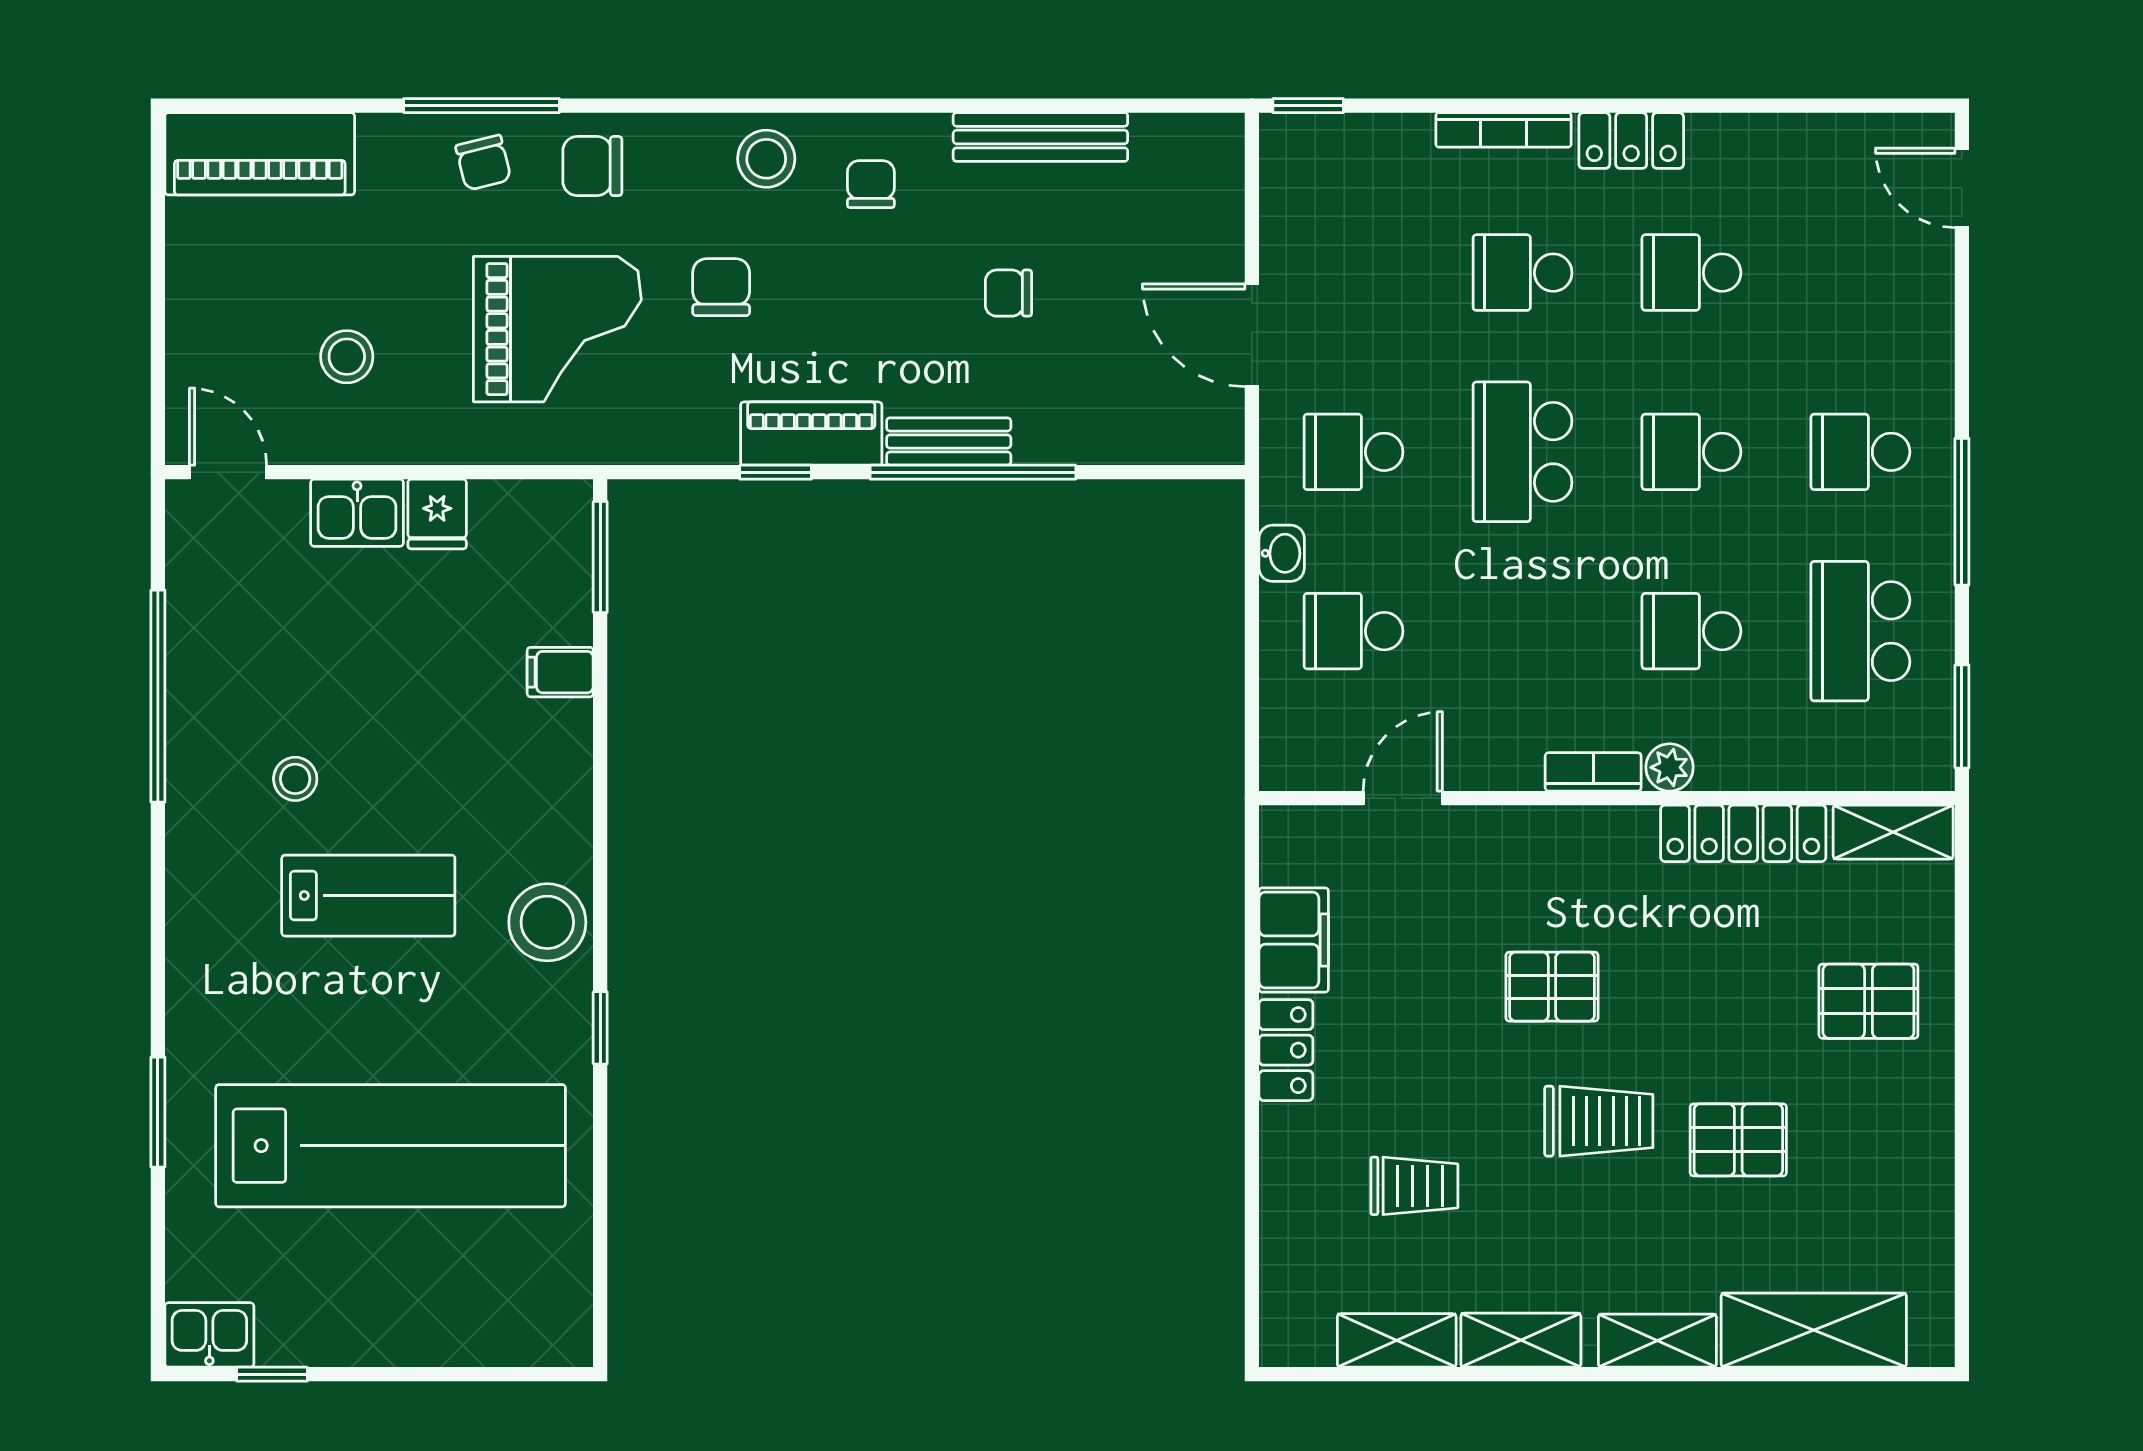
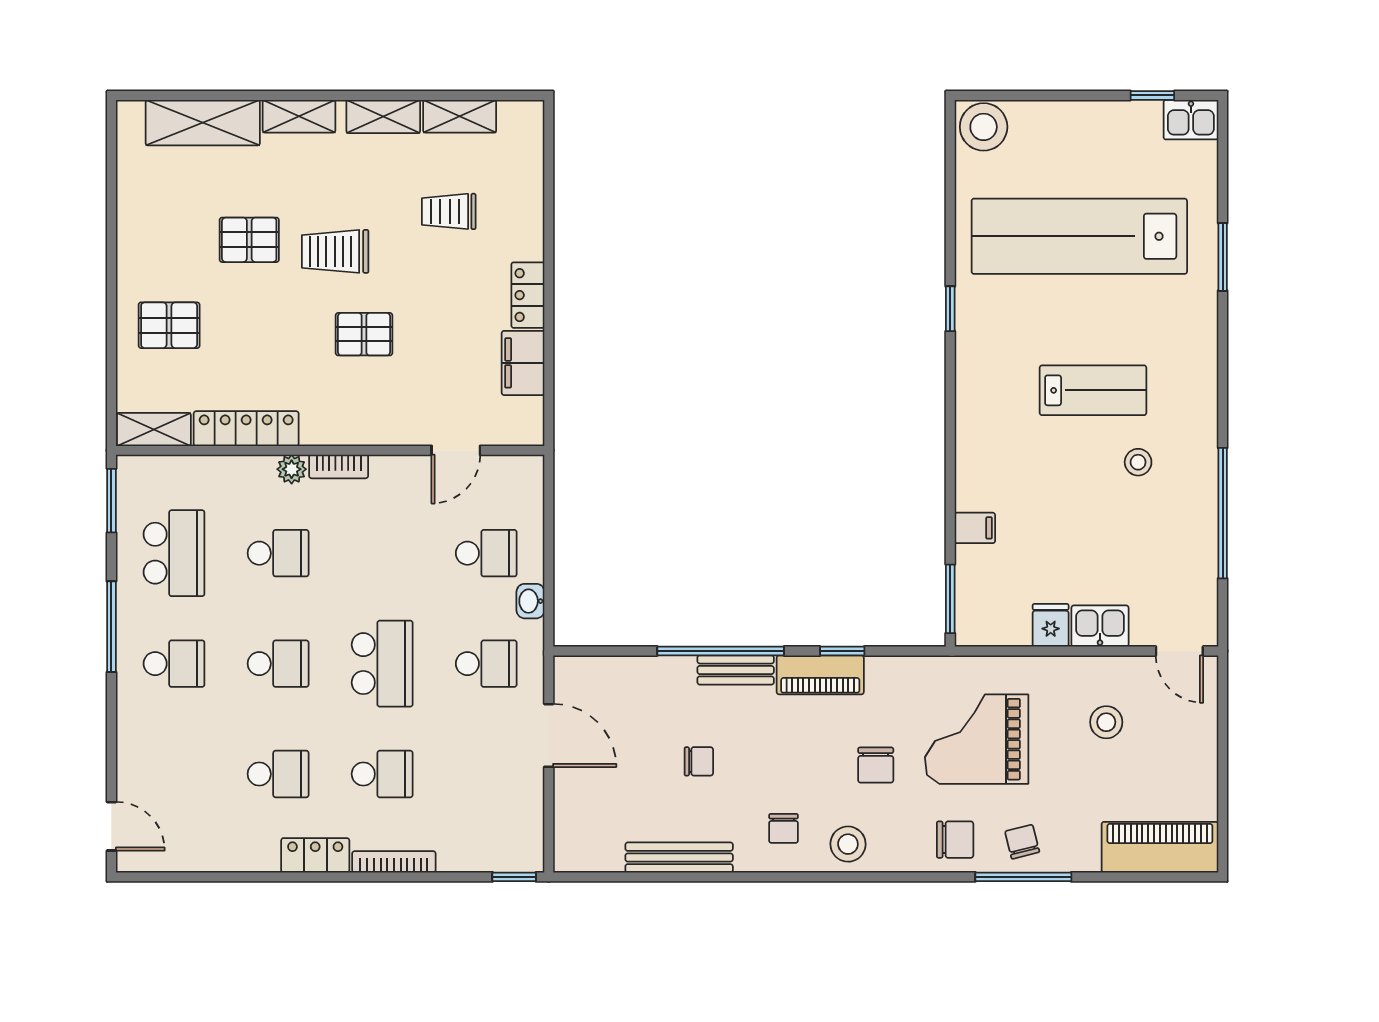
lab bench: (368, 896) -> (1093, 390), turned 180
stool: (547, 922) -> (984, 127), moved

